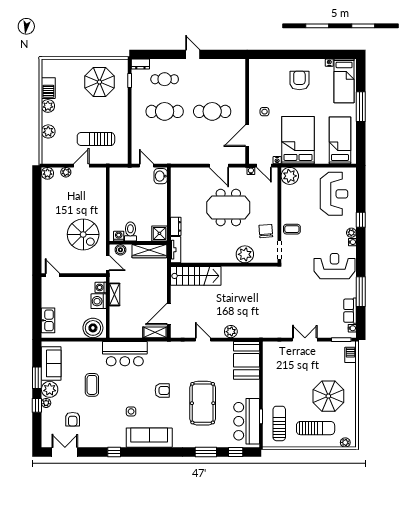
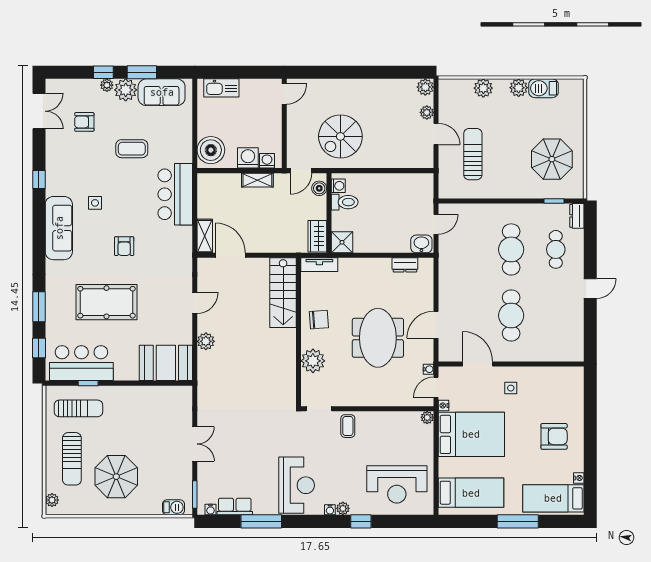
plant: (290, 176) -> (427, 417), width x0.53, depth x0.53
dresser: (176, 226) -> (405, 265), moved
chair: (266, 231) -> (319, 320), moved
wardrobe: (149, 251) -> (317, 236), width x0.67

